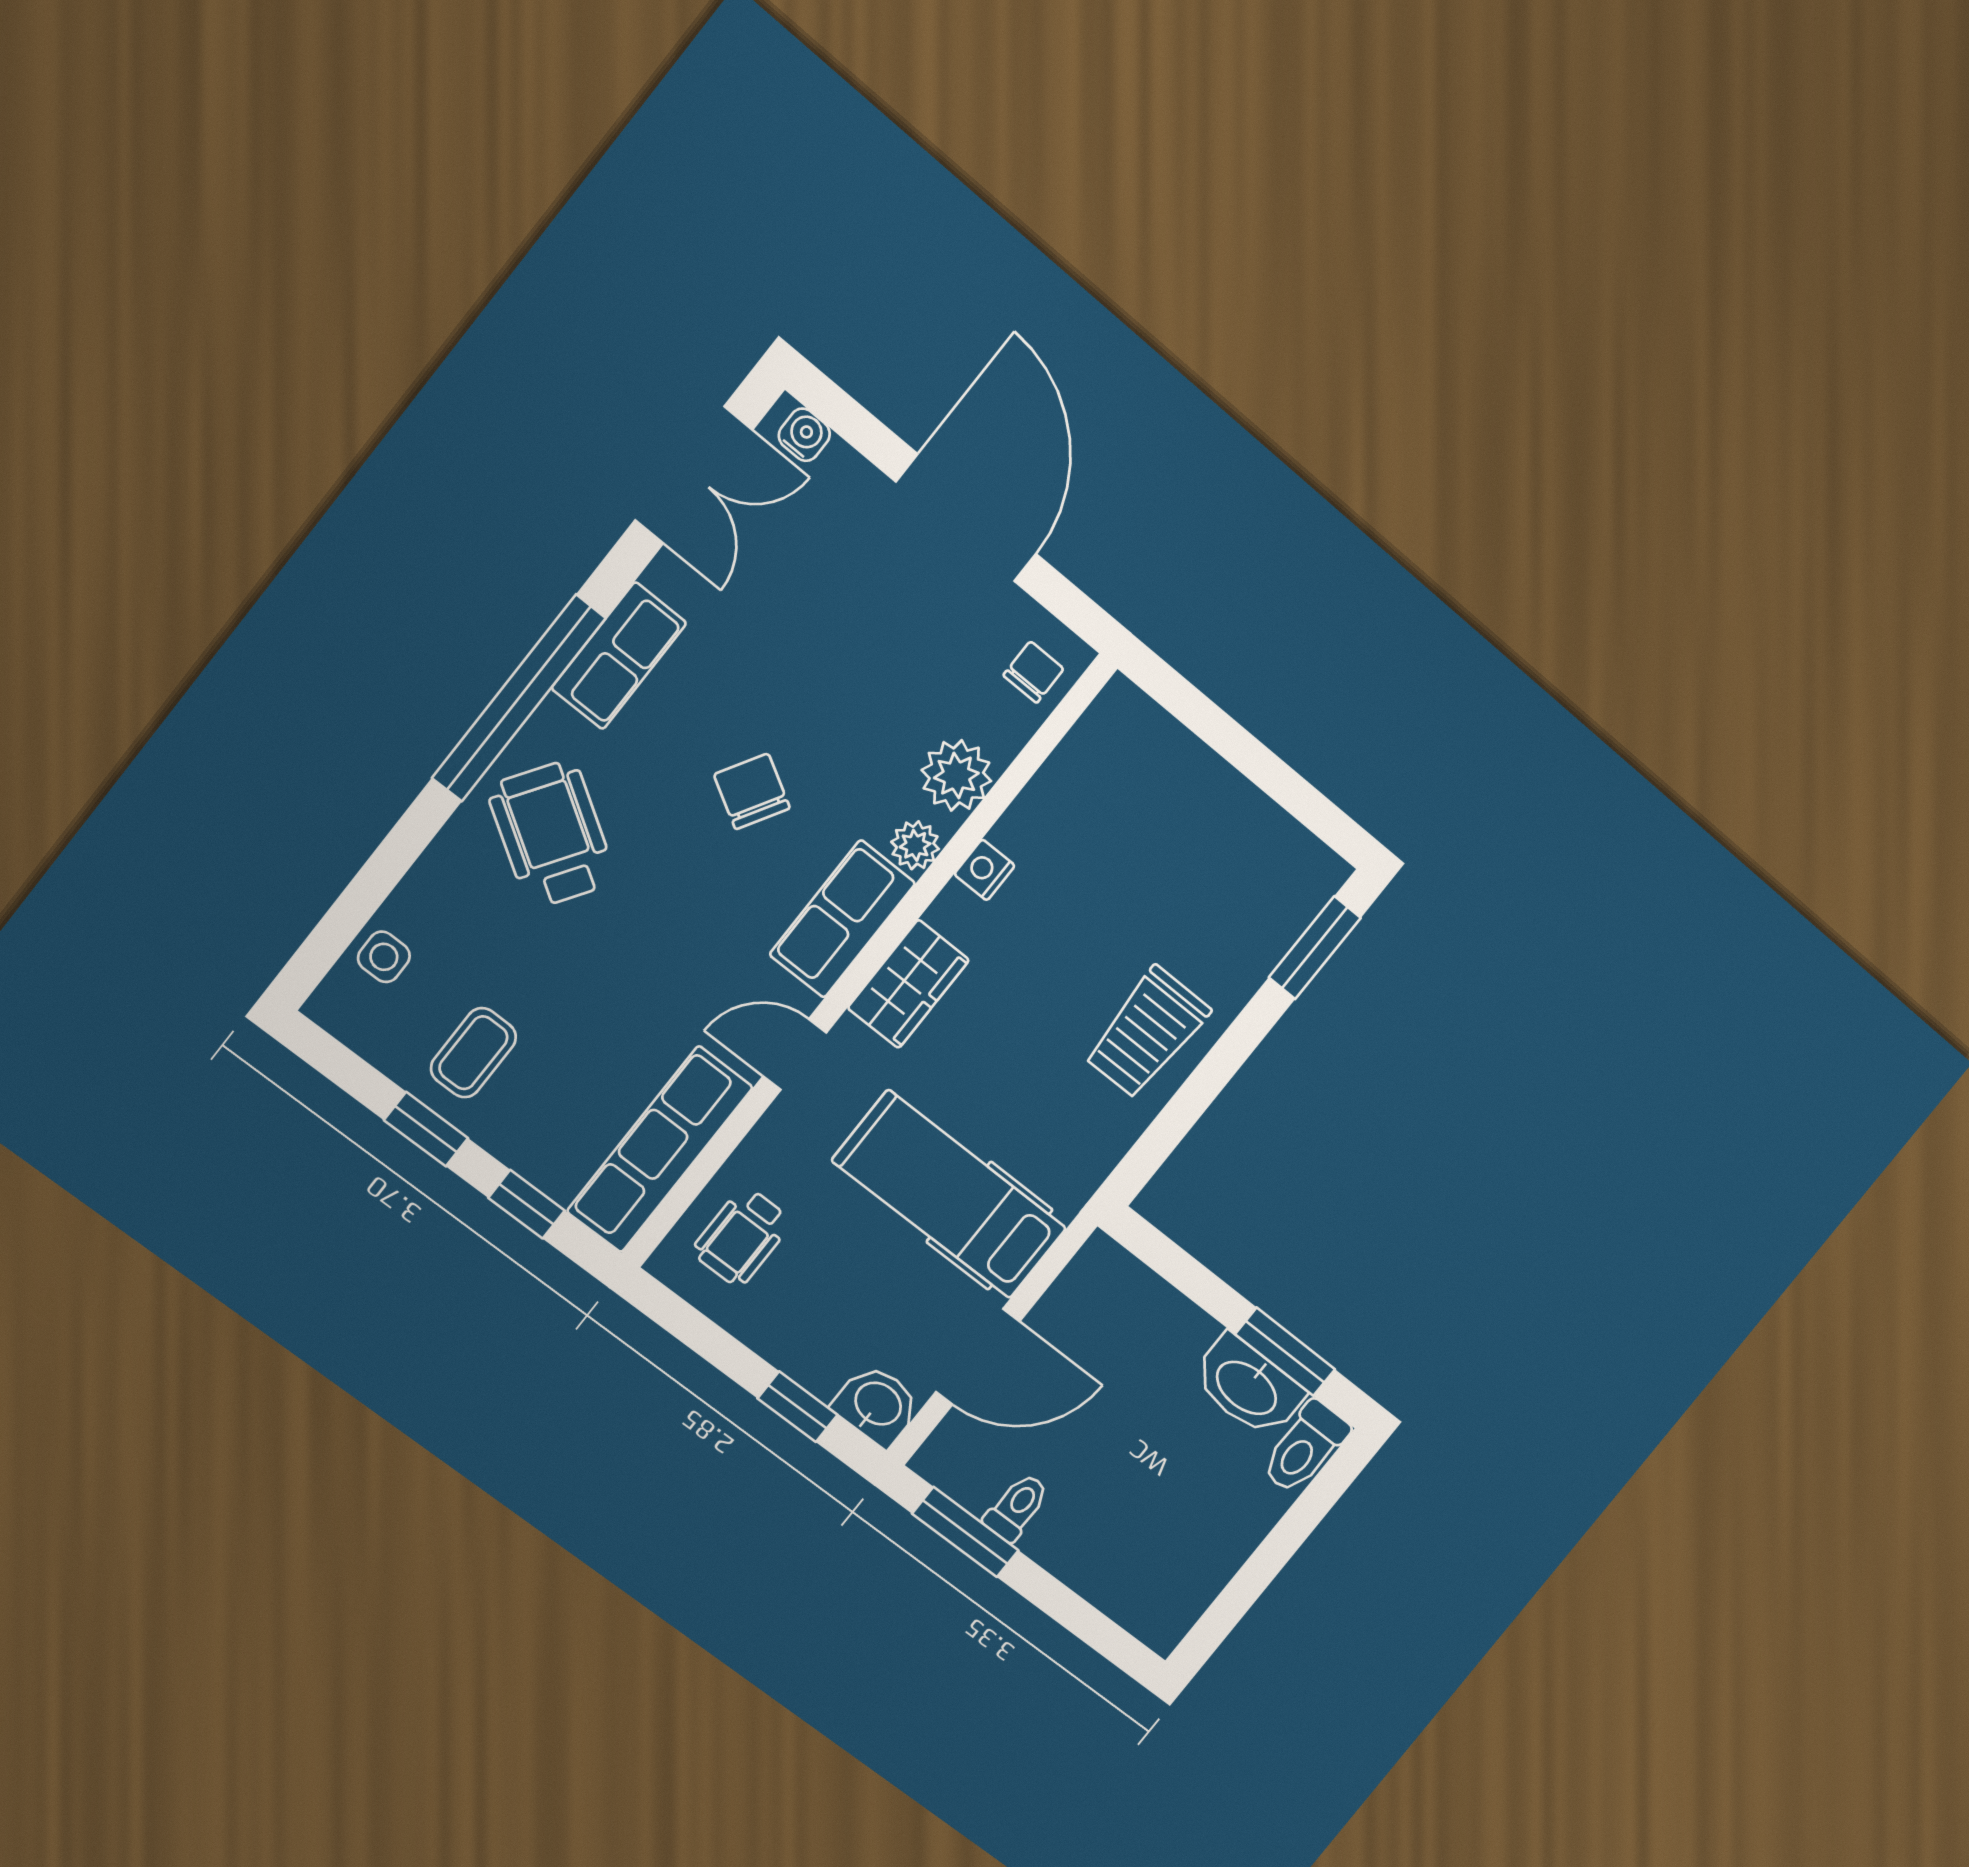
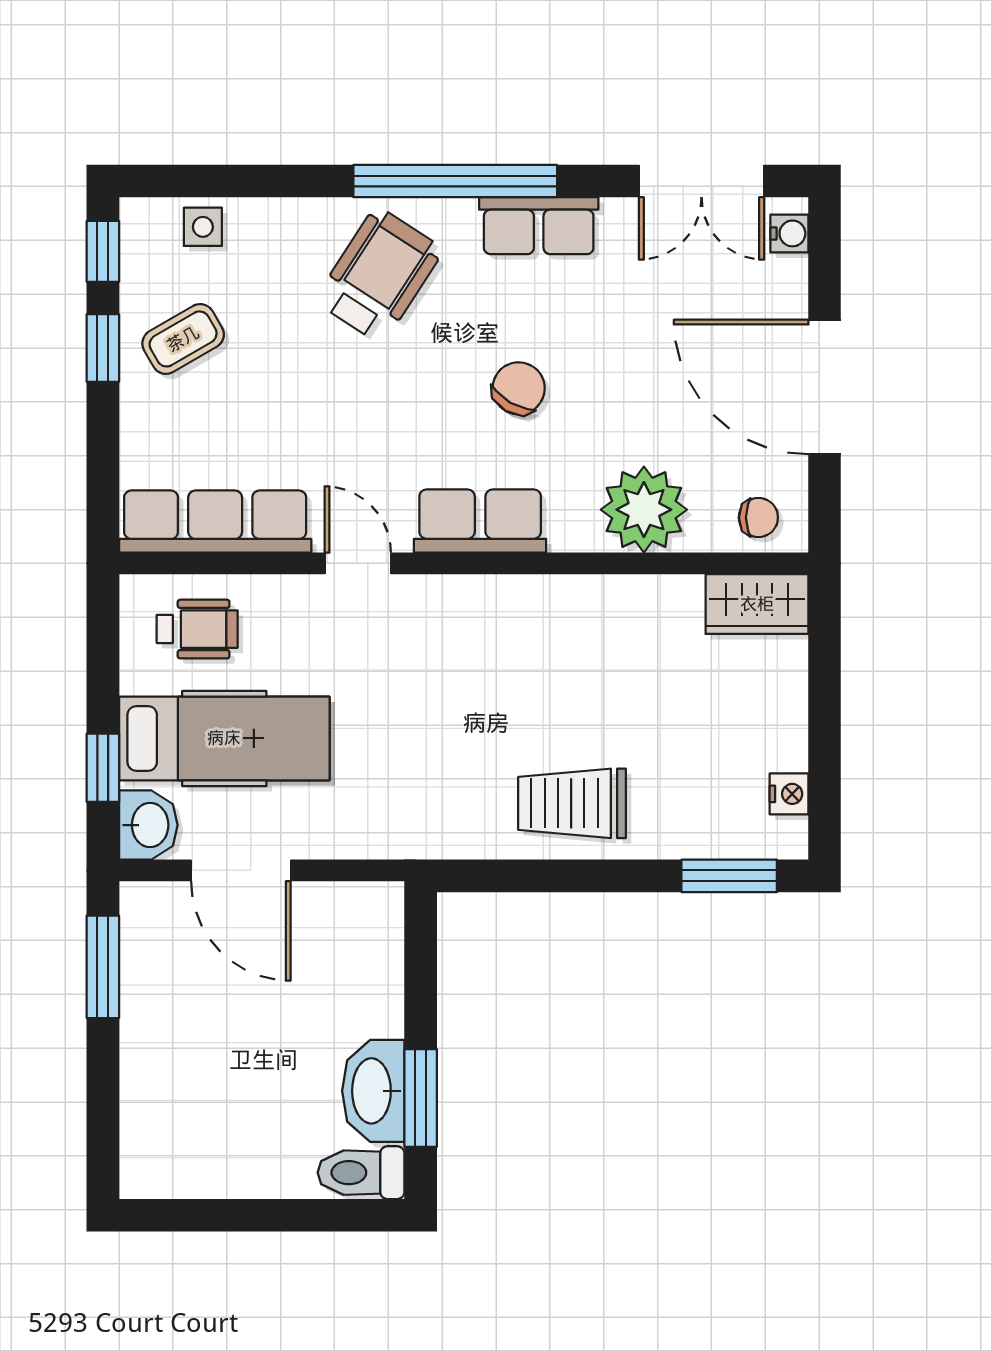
door: (966, 518) -> (825, 387), swing flipped
plant: (956, 775) -> (644, 510), width x1.36, depth x1.36
plant: (915, 845) -> (572, 531), removed
nightstand: (985, 870) -> (789, 794), moved, turned 90
wardrobe: (908, 984) -> (757, 604), moved
coffee table: (473, 1053) -> (183, 339), turned -30
hospital bed: (950, 1195) -> (224, 738), moved, turned 90
window: (527, 1204) -> (103, 251), moved
wheelchair: (742, 1237) -> (197, 629), turned 180
toilet: (1017, 1507) -> (151, 990), removed

